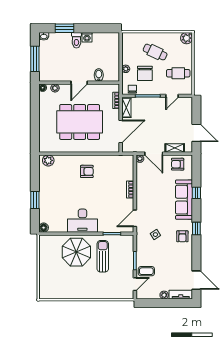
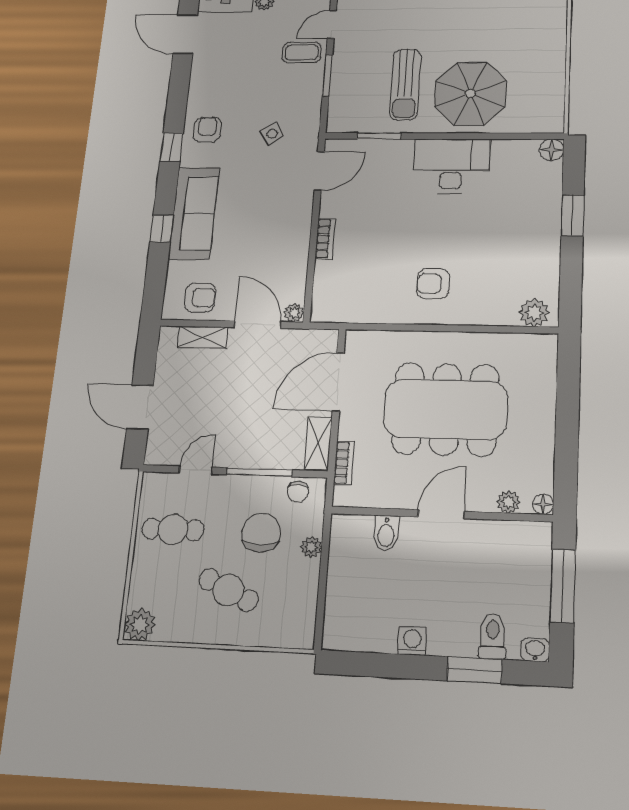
toilet: (76, 40) -> (493, 636), moved
door: (196, 133) -> (140, 407), moved

